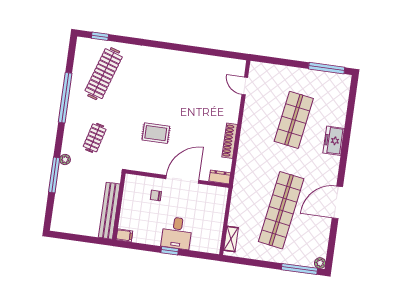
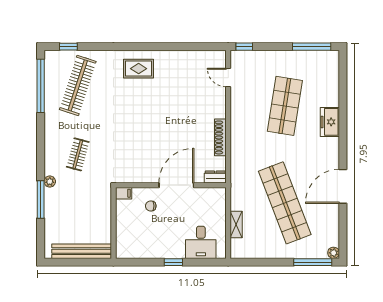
window: (264, 59) -> (244, 47), added
window: (65, 98) -> (41, 86), moved
rug: (156, 133) -> (139, 69), moved
shop shelf: (281, 210) -> (285, 203), turned -30
bench: (109, 211) -> (82, 251), moved, turned 90
desk: (177, 233) -> (201, 242), moved
filing cabinet: (124, 235) -> (124, 193), moved
shelving: (231, 239) -> (236, 225), moved

